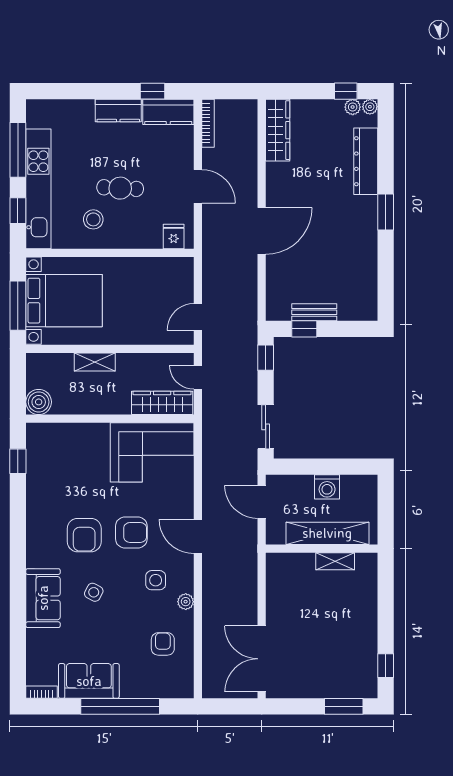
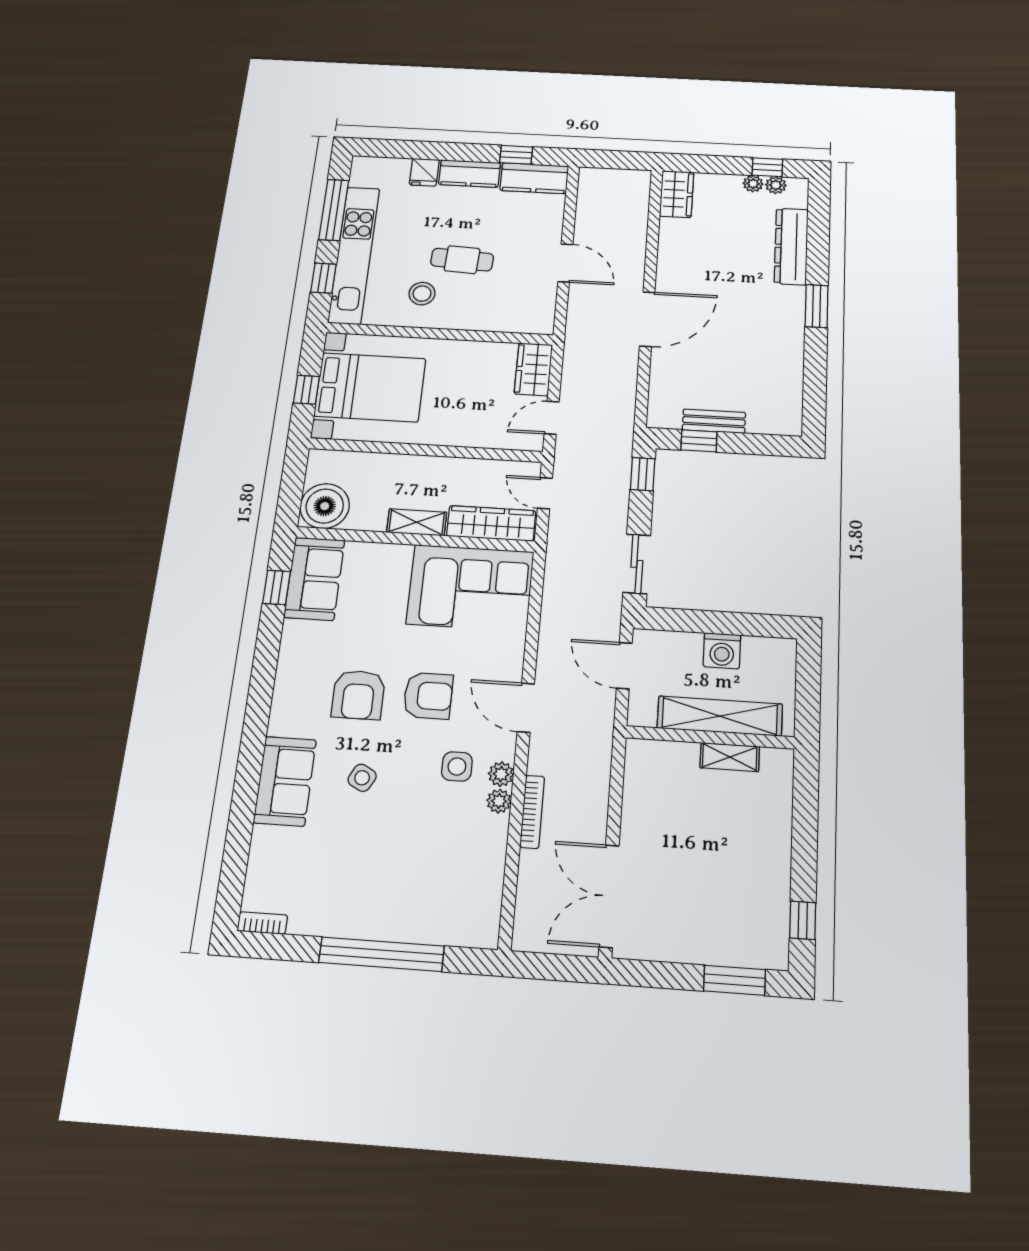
plant: (370, 107) -> (753, 184), moved
bookcase: (208, 123) -> (532, 812), moved
wardrobe: (278, 130) -> (677, 194), width x0.67
fridge: (174, 237) -> (424, 172), moved, turned 180
wardrobe: (181, 278) -> (533, 369), added
window: (18, 306) -> (306, 390), width x0.46
shelving: (95, 362) -> (417, 522), moved
boiler: (39, 402) -> (325, 506), width x1.37, depth x1.37
plant: (185, 583) -> (501, 774), added
armchair: (163, 644) -> (458, 862), removed
sofa: (89, 681) -> (314, 579), moved, turned 90

